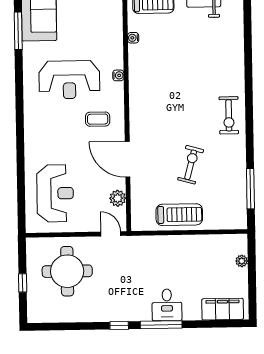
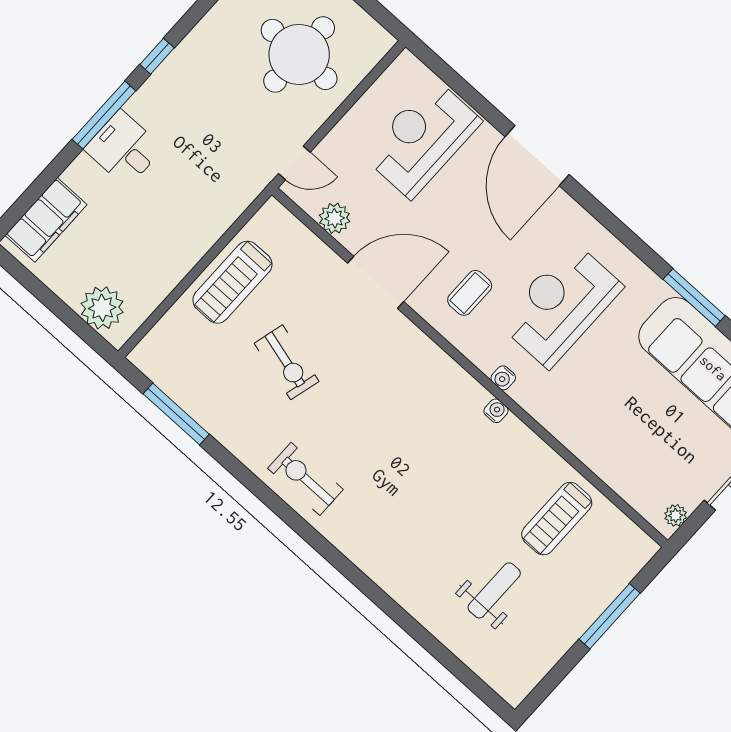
water cooler: (133, 38) -> (496, 411), moved
door: (20, 143) -> (537, 156), added
reception desk: (55, 193) -> (422, 138), turned 90
plant: (242, 261) -> (102, 308), width x1.88, depth x1.88

